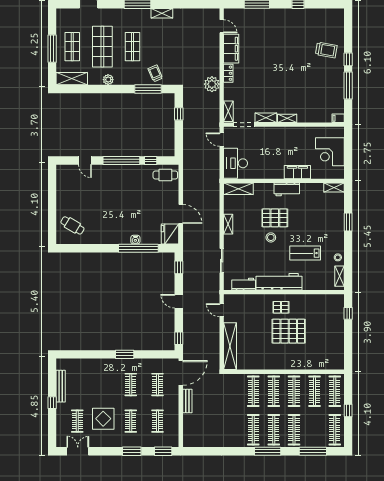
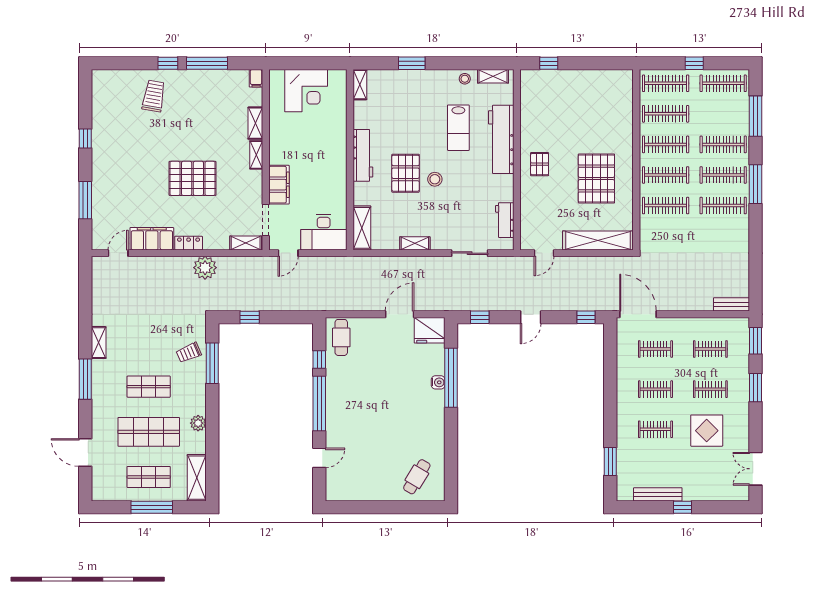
pallet: (271, 76) -> (192, 178), added
shelving: (266, 118) -> (255, 123), moved
filing cabinet: (297, 172) -> (279, 185), moved, turned 180
workbench: (287, 189) -> (363, 155), width x1.38
workbench: (279, 282) -> (501, 139), moved
pallet: (289, 331) -> (596, 178), moved
window: (125, 354) -> (610, 461), moved
bench: (187, 401) -> (732, 304), moved
clothes rail: (77, 421) -> (655, 429), moved

